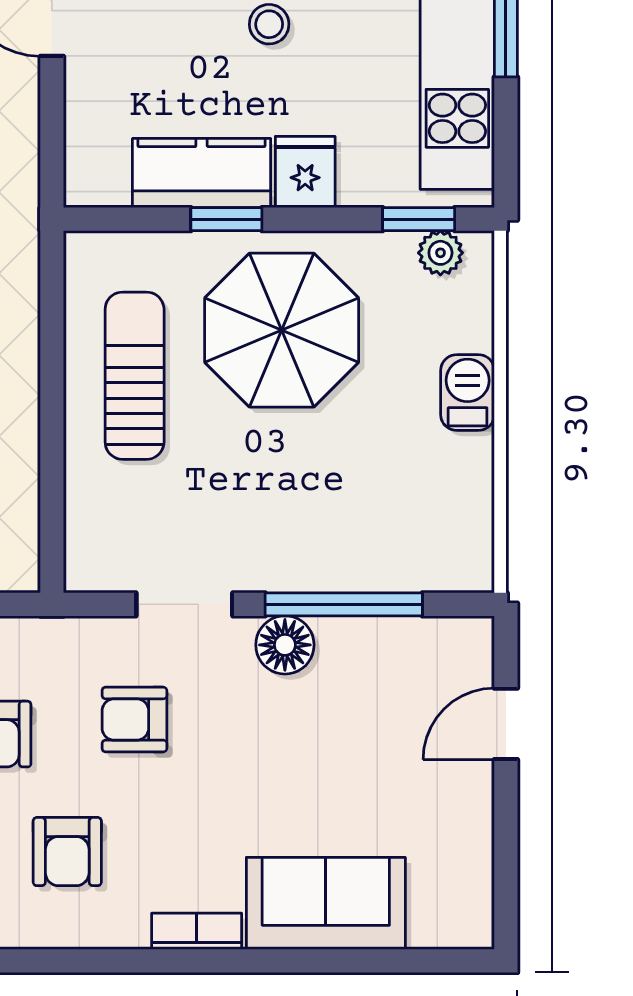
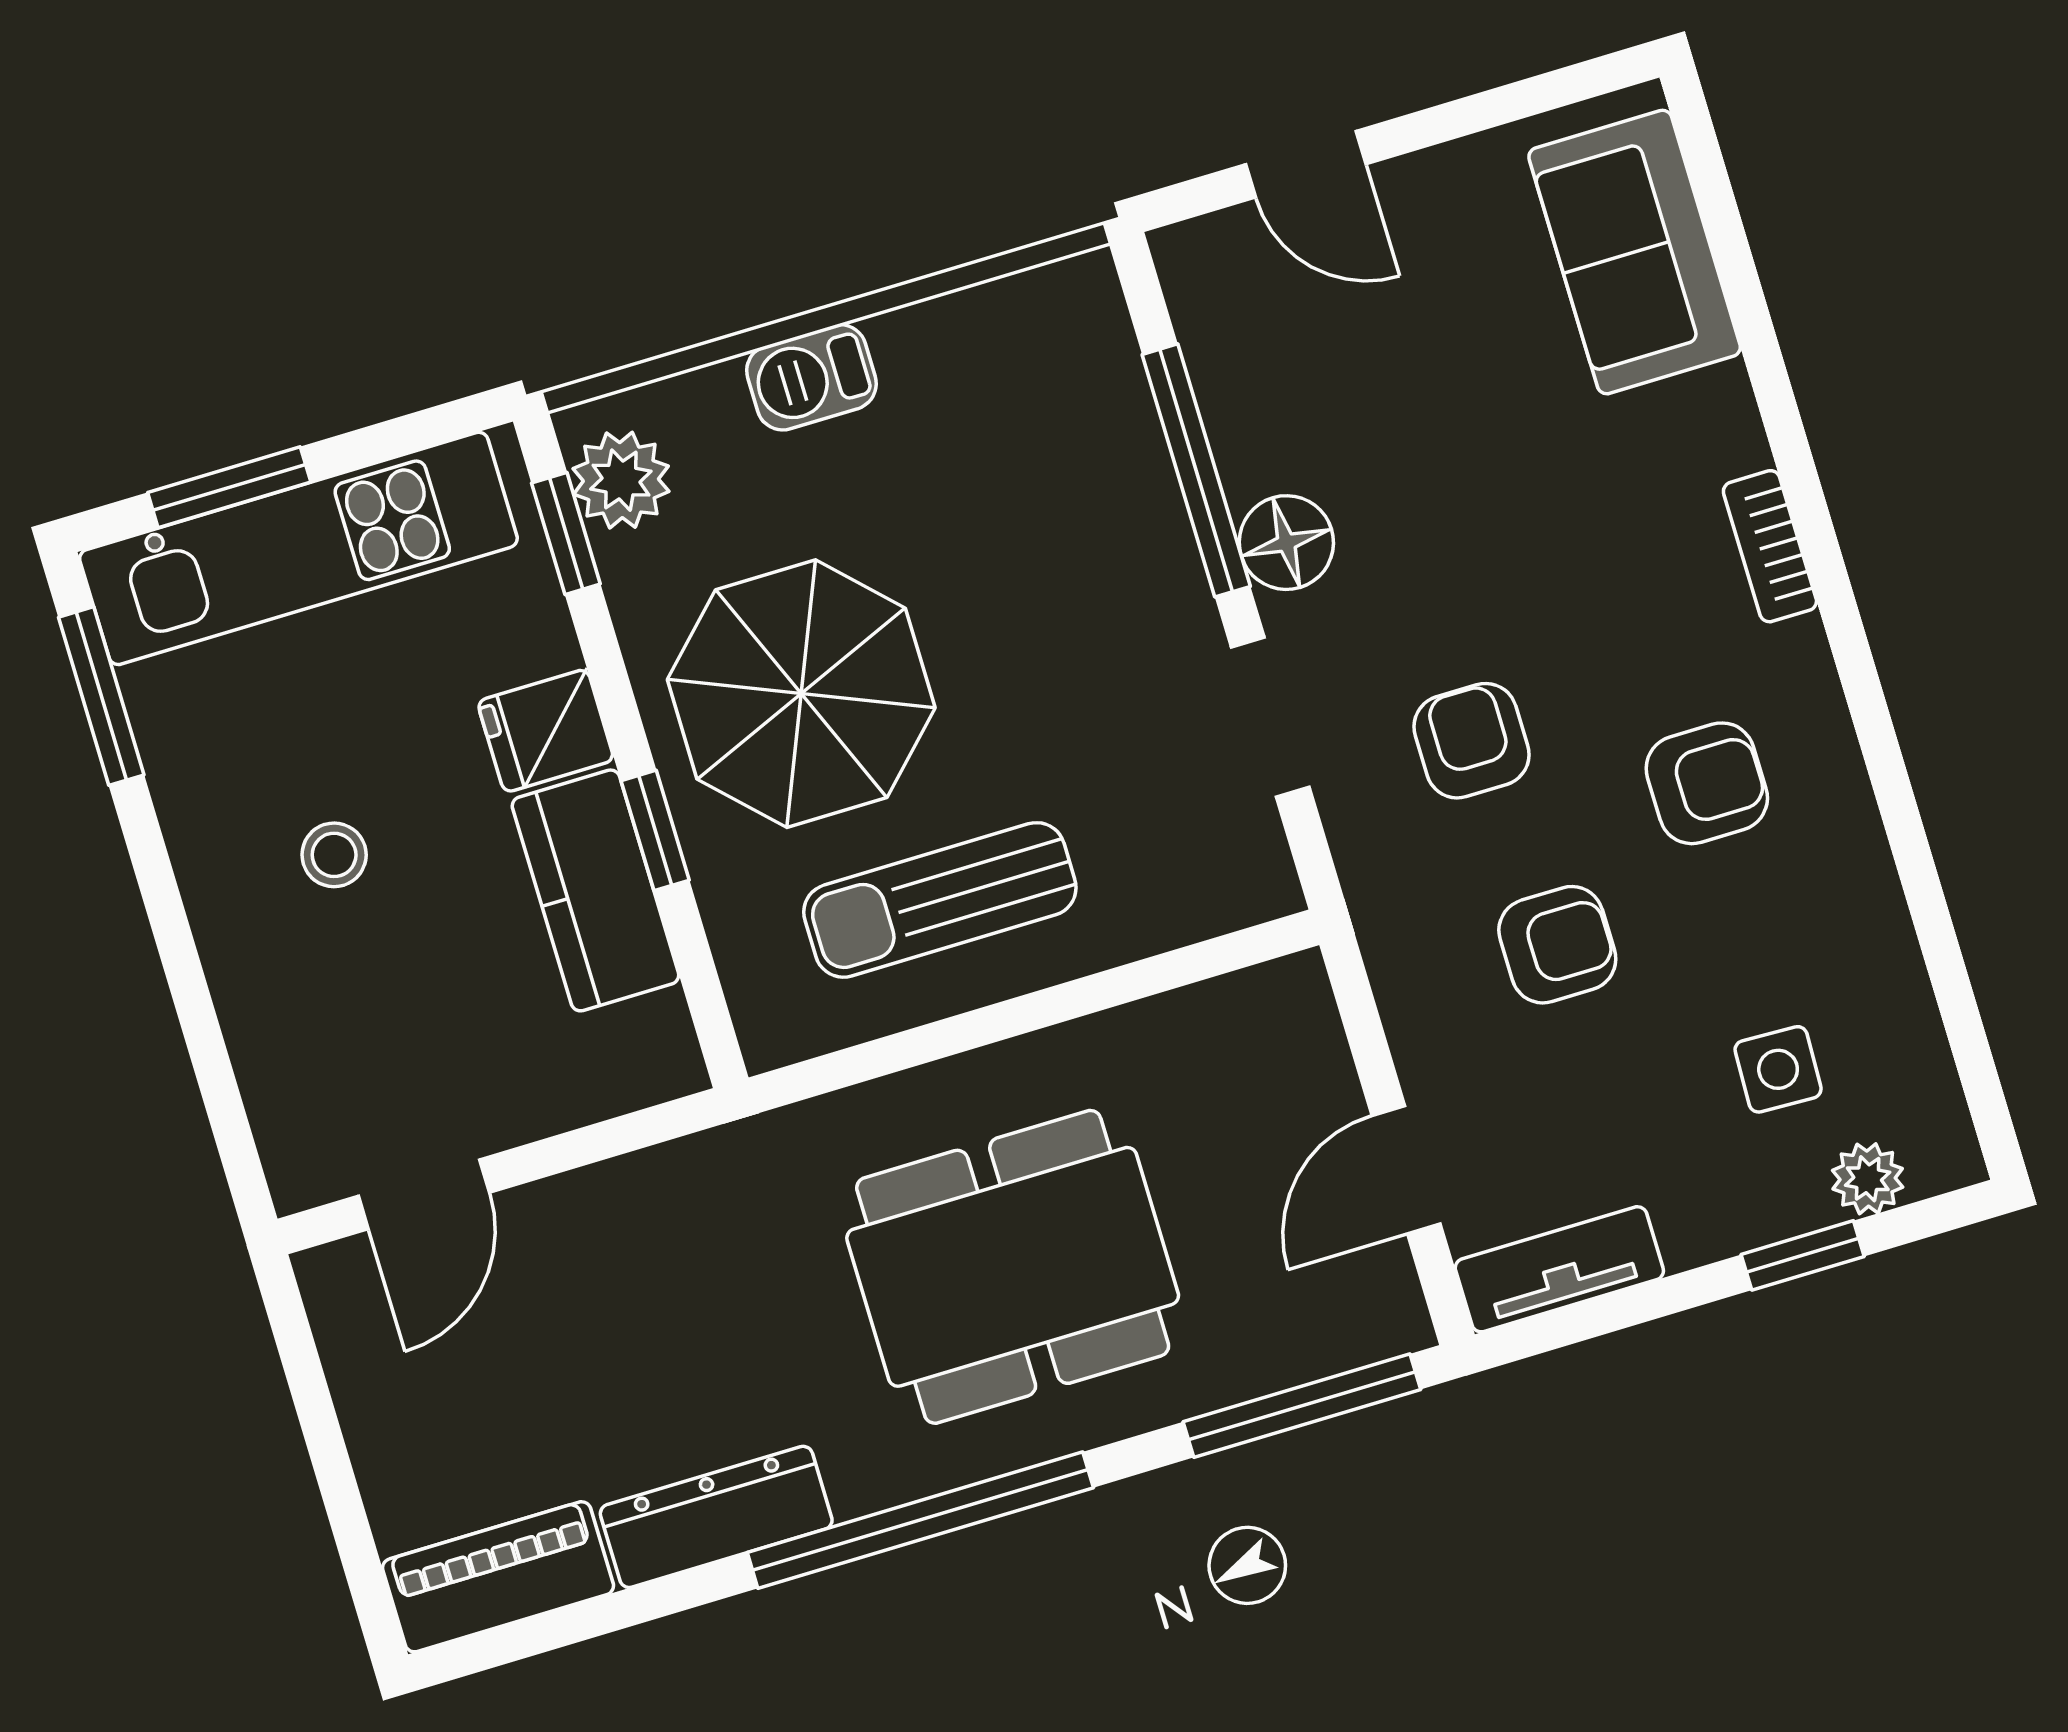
plant: (440, 253) -> (621, 480), width x1.38, depth x1.38
armchair: (134, 719) -> (1471, 741), turned 180
sofa: (326, 903) -> (1635, 252), moved

